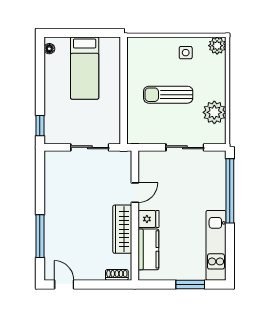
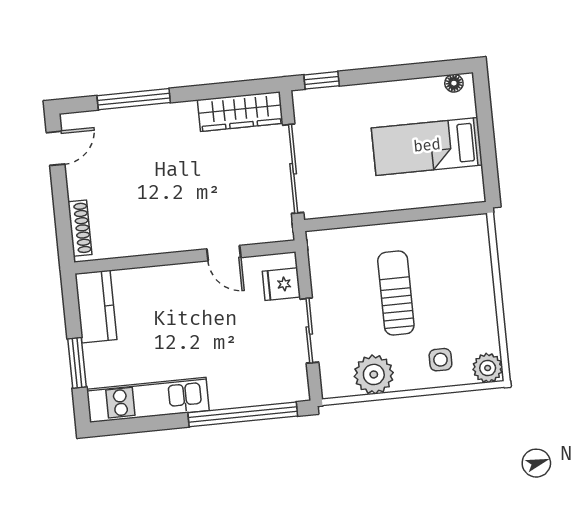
side table: (186, 53) -> (440, 360), moved
sliding door: (90, 147) -> (293, 169), width x1.37
fridge: (149, 219) -> (281, 284), moved, turned 90
wardrobe: (122, 229) -> (240, 112), moved, turned 180
kitchen counter: (148, 249) -> (96, 307), moved, turned -90
shoe rack: (117, 275) -> (80, 228), width x1.43

